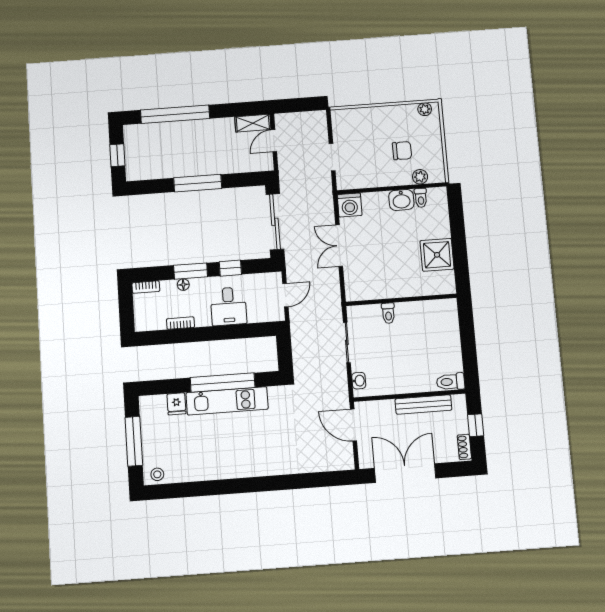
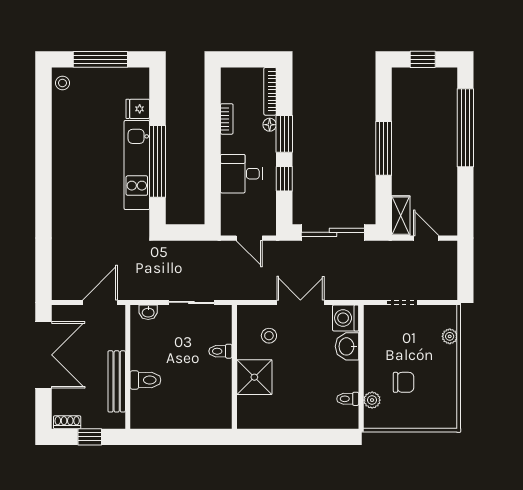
plant: (425, 109) -> (450, 336), moved
shelving: (253, 123) -> (401, 216), moved
chair: (402, 151) -> (404, 382), turned -90
washbasin: (401, 200) -> (347, 346), moved
shower: (437, 255) -> (254, 377), moved
stool: (371, 271) -> (269, 336), added
bookcase: (146, 287) -> (270, 91), width x1.56
toilet: (451, 382) -> (145, 380), moved, turned 90

